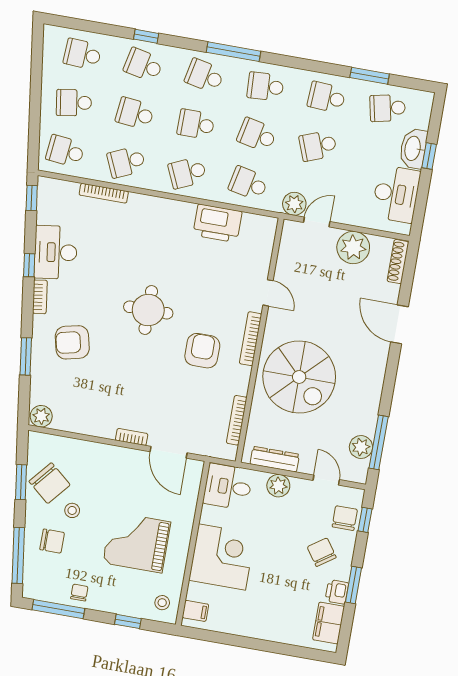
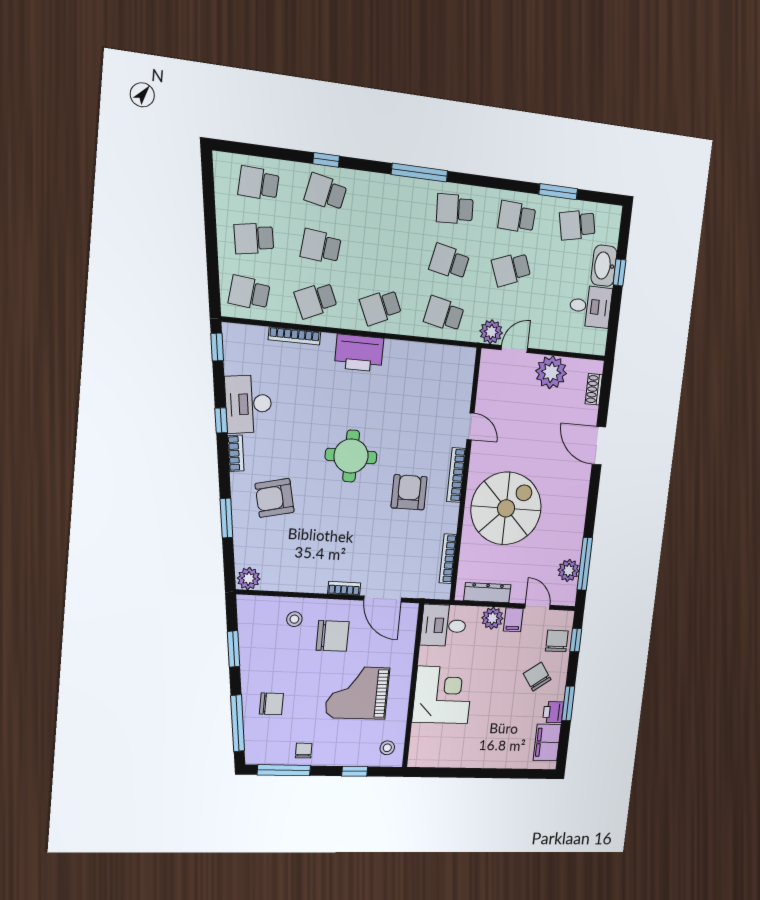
school desk: (204, 76) -> (391, 201), removed
school desk: (196, 124) -> (386, 254), removed
desk: (396, 194) -> (590, 306), width x0.73
printer: (217, 223) -> (359, 353), moved
shoe rack: (398, 262) -> (594, 389), width x0.70
spiral stairs: (299, 377) -> (506, 508), turned -90
chair: (50, 483) -> (333, 636), moved, turned -40
stool: (72, 510) -> (294, 619), moved
filing cabinet: (195, 611) -> (513, 620), moved, turned 90

